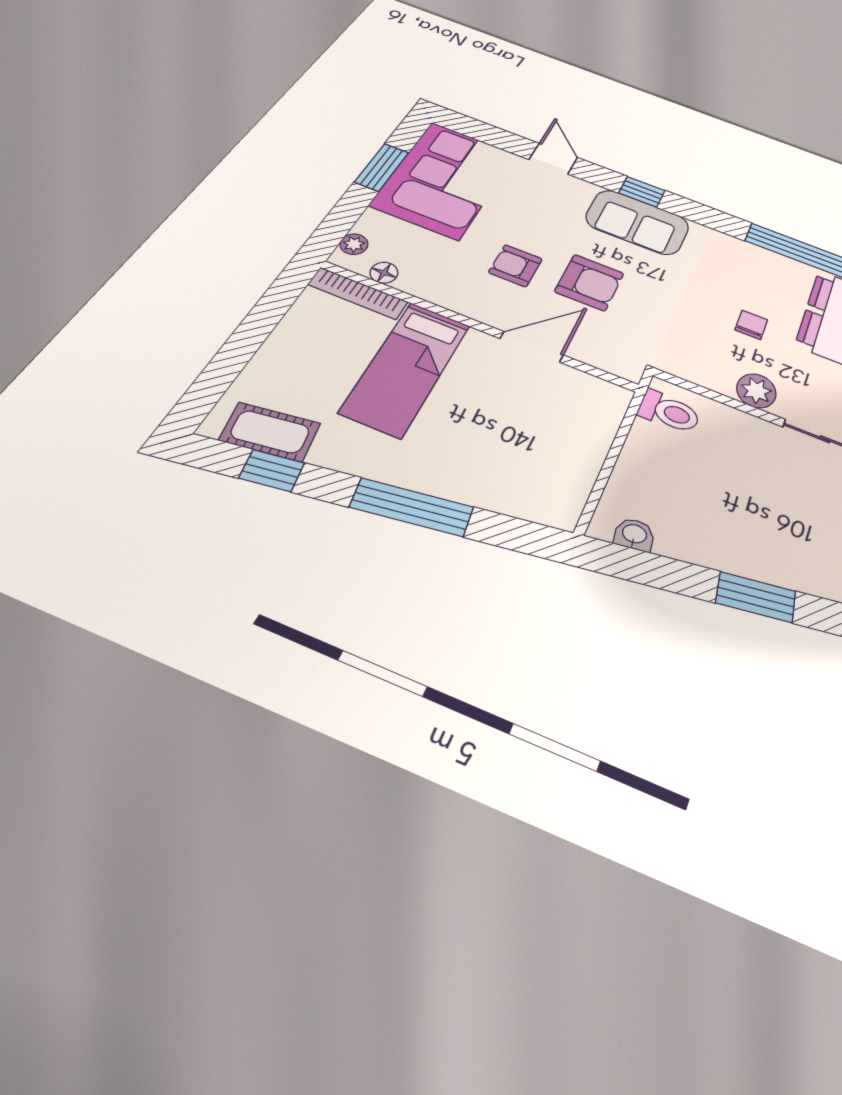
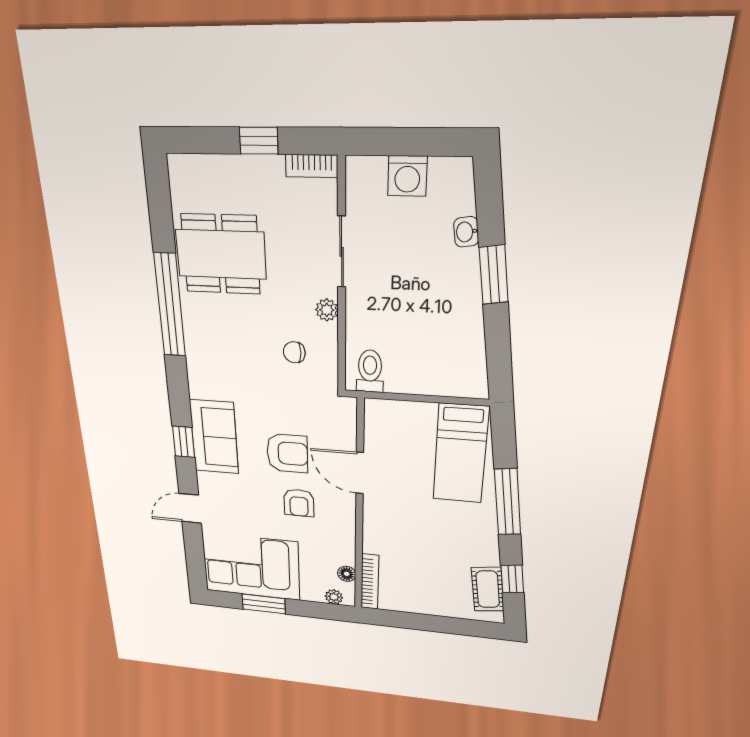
armchair: (589, 282) -> (287, 453), turned 90
chair: (751, 325) -> (294, 352), moved
bed: (406, 368) -> (460, 454), moved, turned 90
plant: (756, 391) -> (327, 310), width x0.73, depth x0.73
washbasin: (634, 535) -> (466, 232), moved

